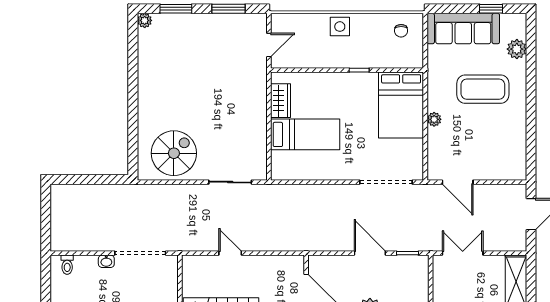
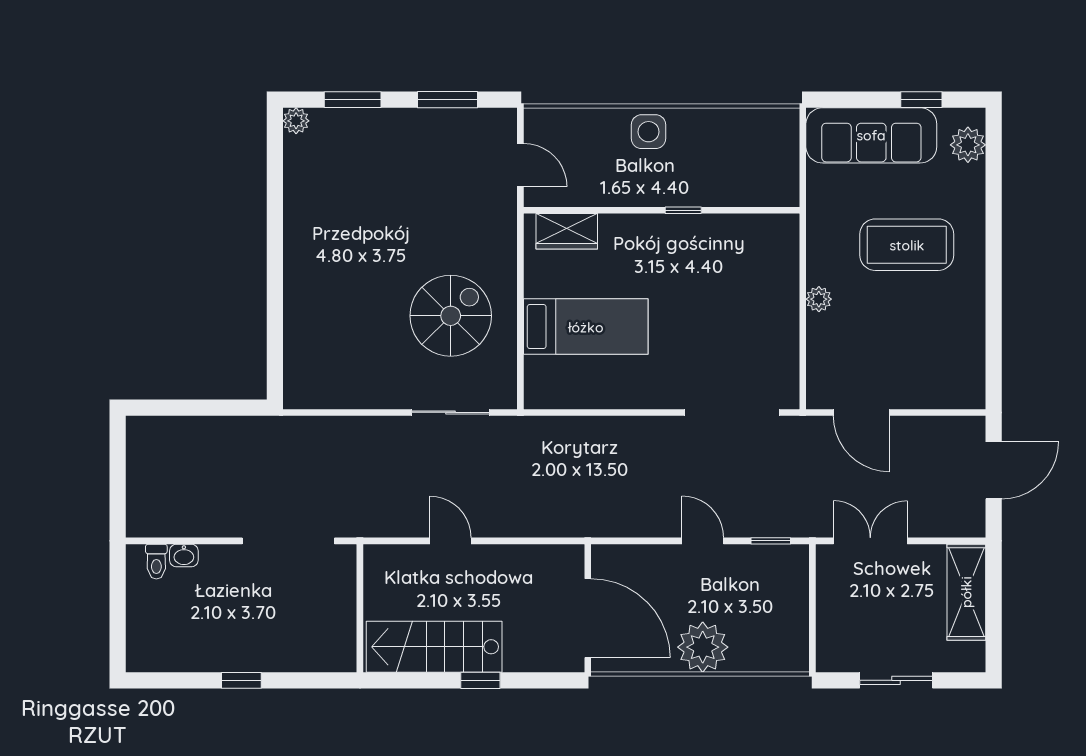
chair: (401, 31) -> (759, 139), removed
door: (269, 45) -> (520, 165), hinge flipped
plant: (517, 49) -> (968, 145), moved
wardrobe: (280, 101) -> (567, 231), moved, turned 90
bed: (401, 105) -> (759, 273), removed
spiral stairs: (174, 153) -> (451, 316), moved
door: (370, 253) -> (703, 541), width x0.73
washbasin: (106, 261) -> (184, 555), moved

